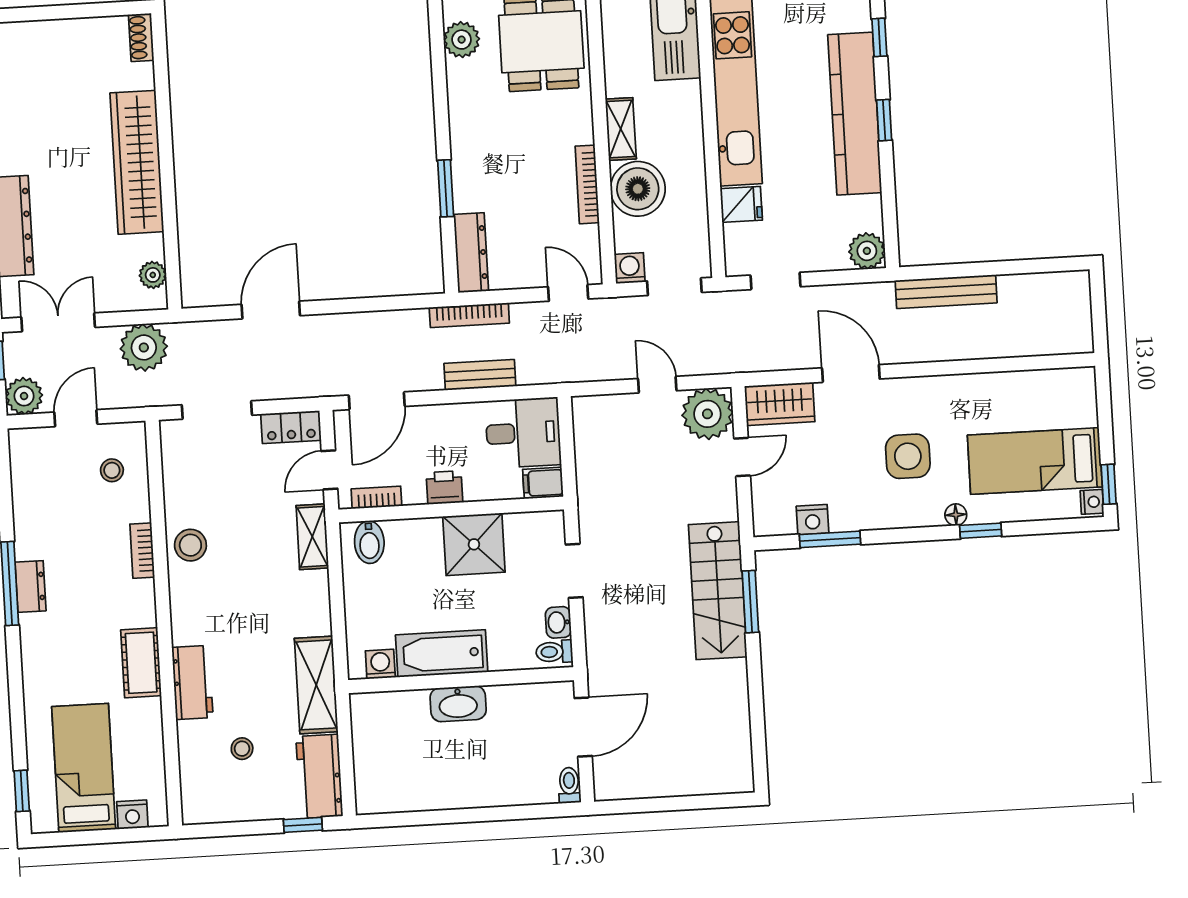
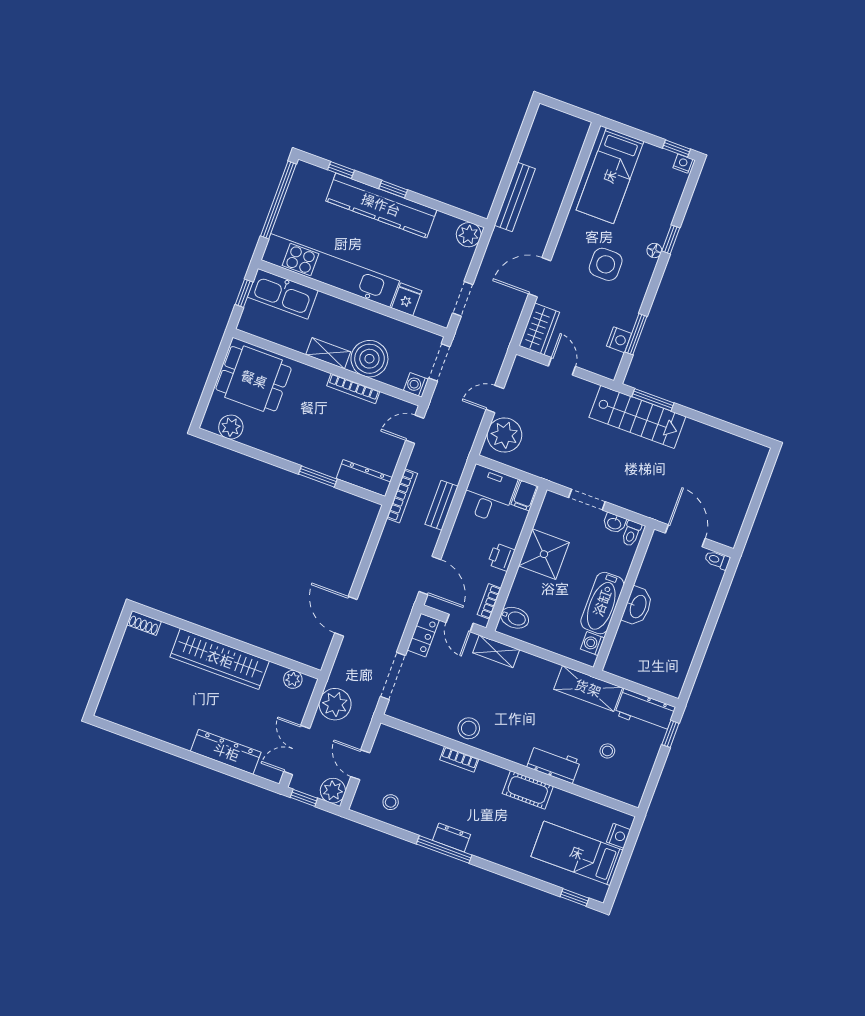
plant: (707, 414) -> (504, 435), moved
bed: (1035, 461) -> (610, 176), moved
stool: (112, 470) -> (391, 802), moved

